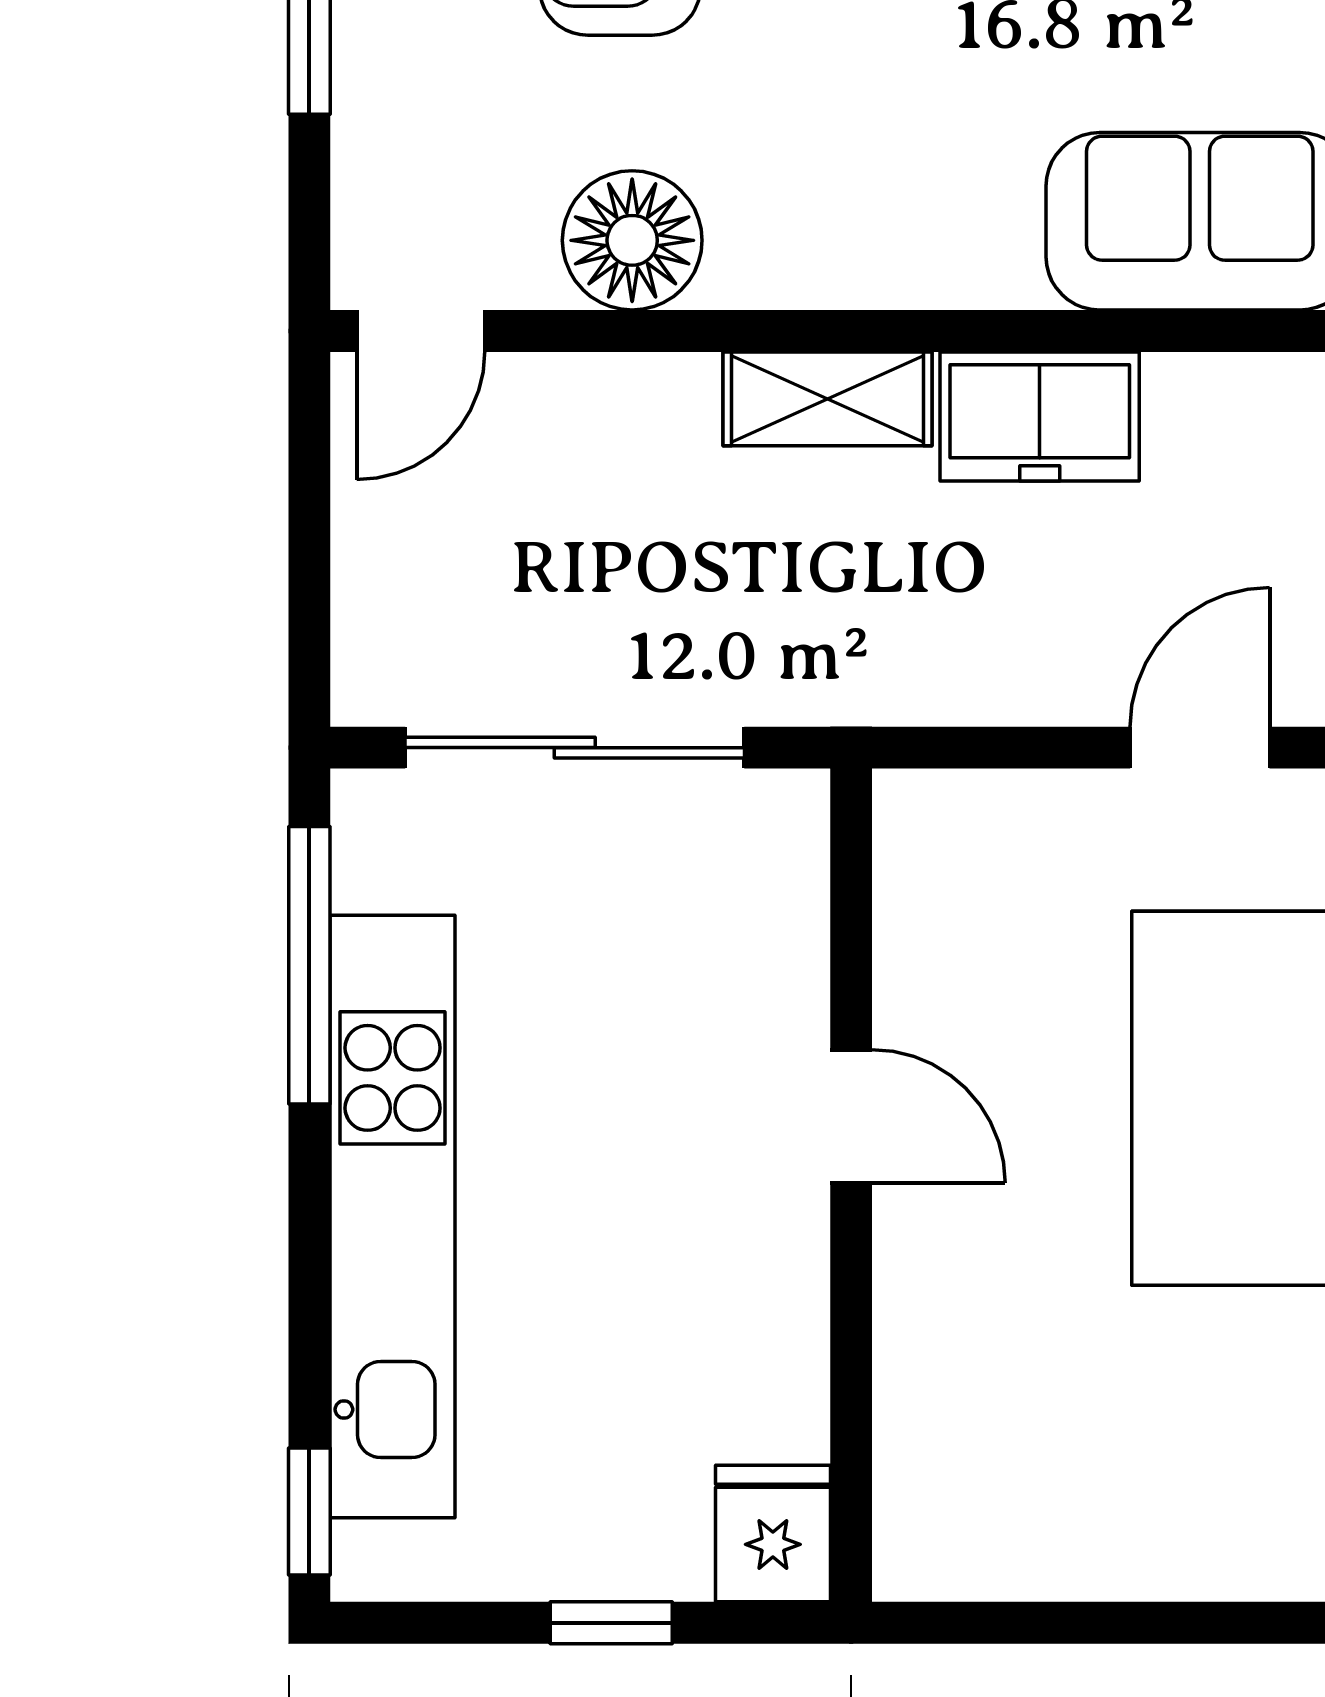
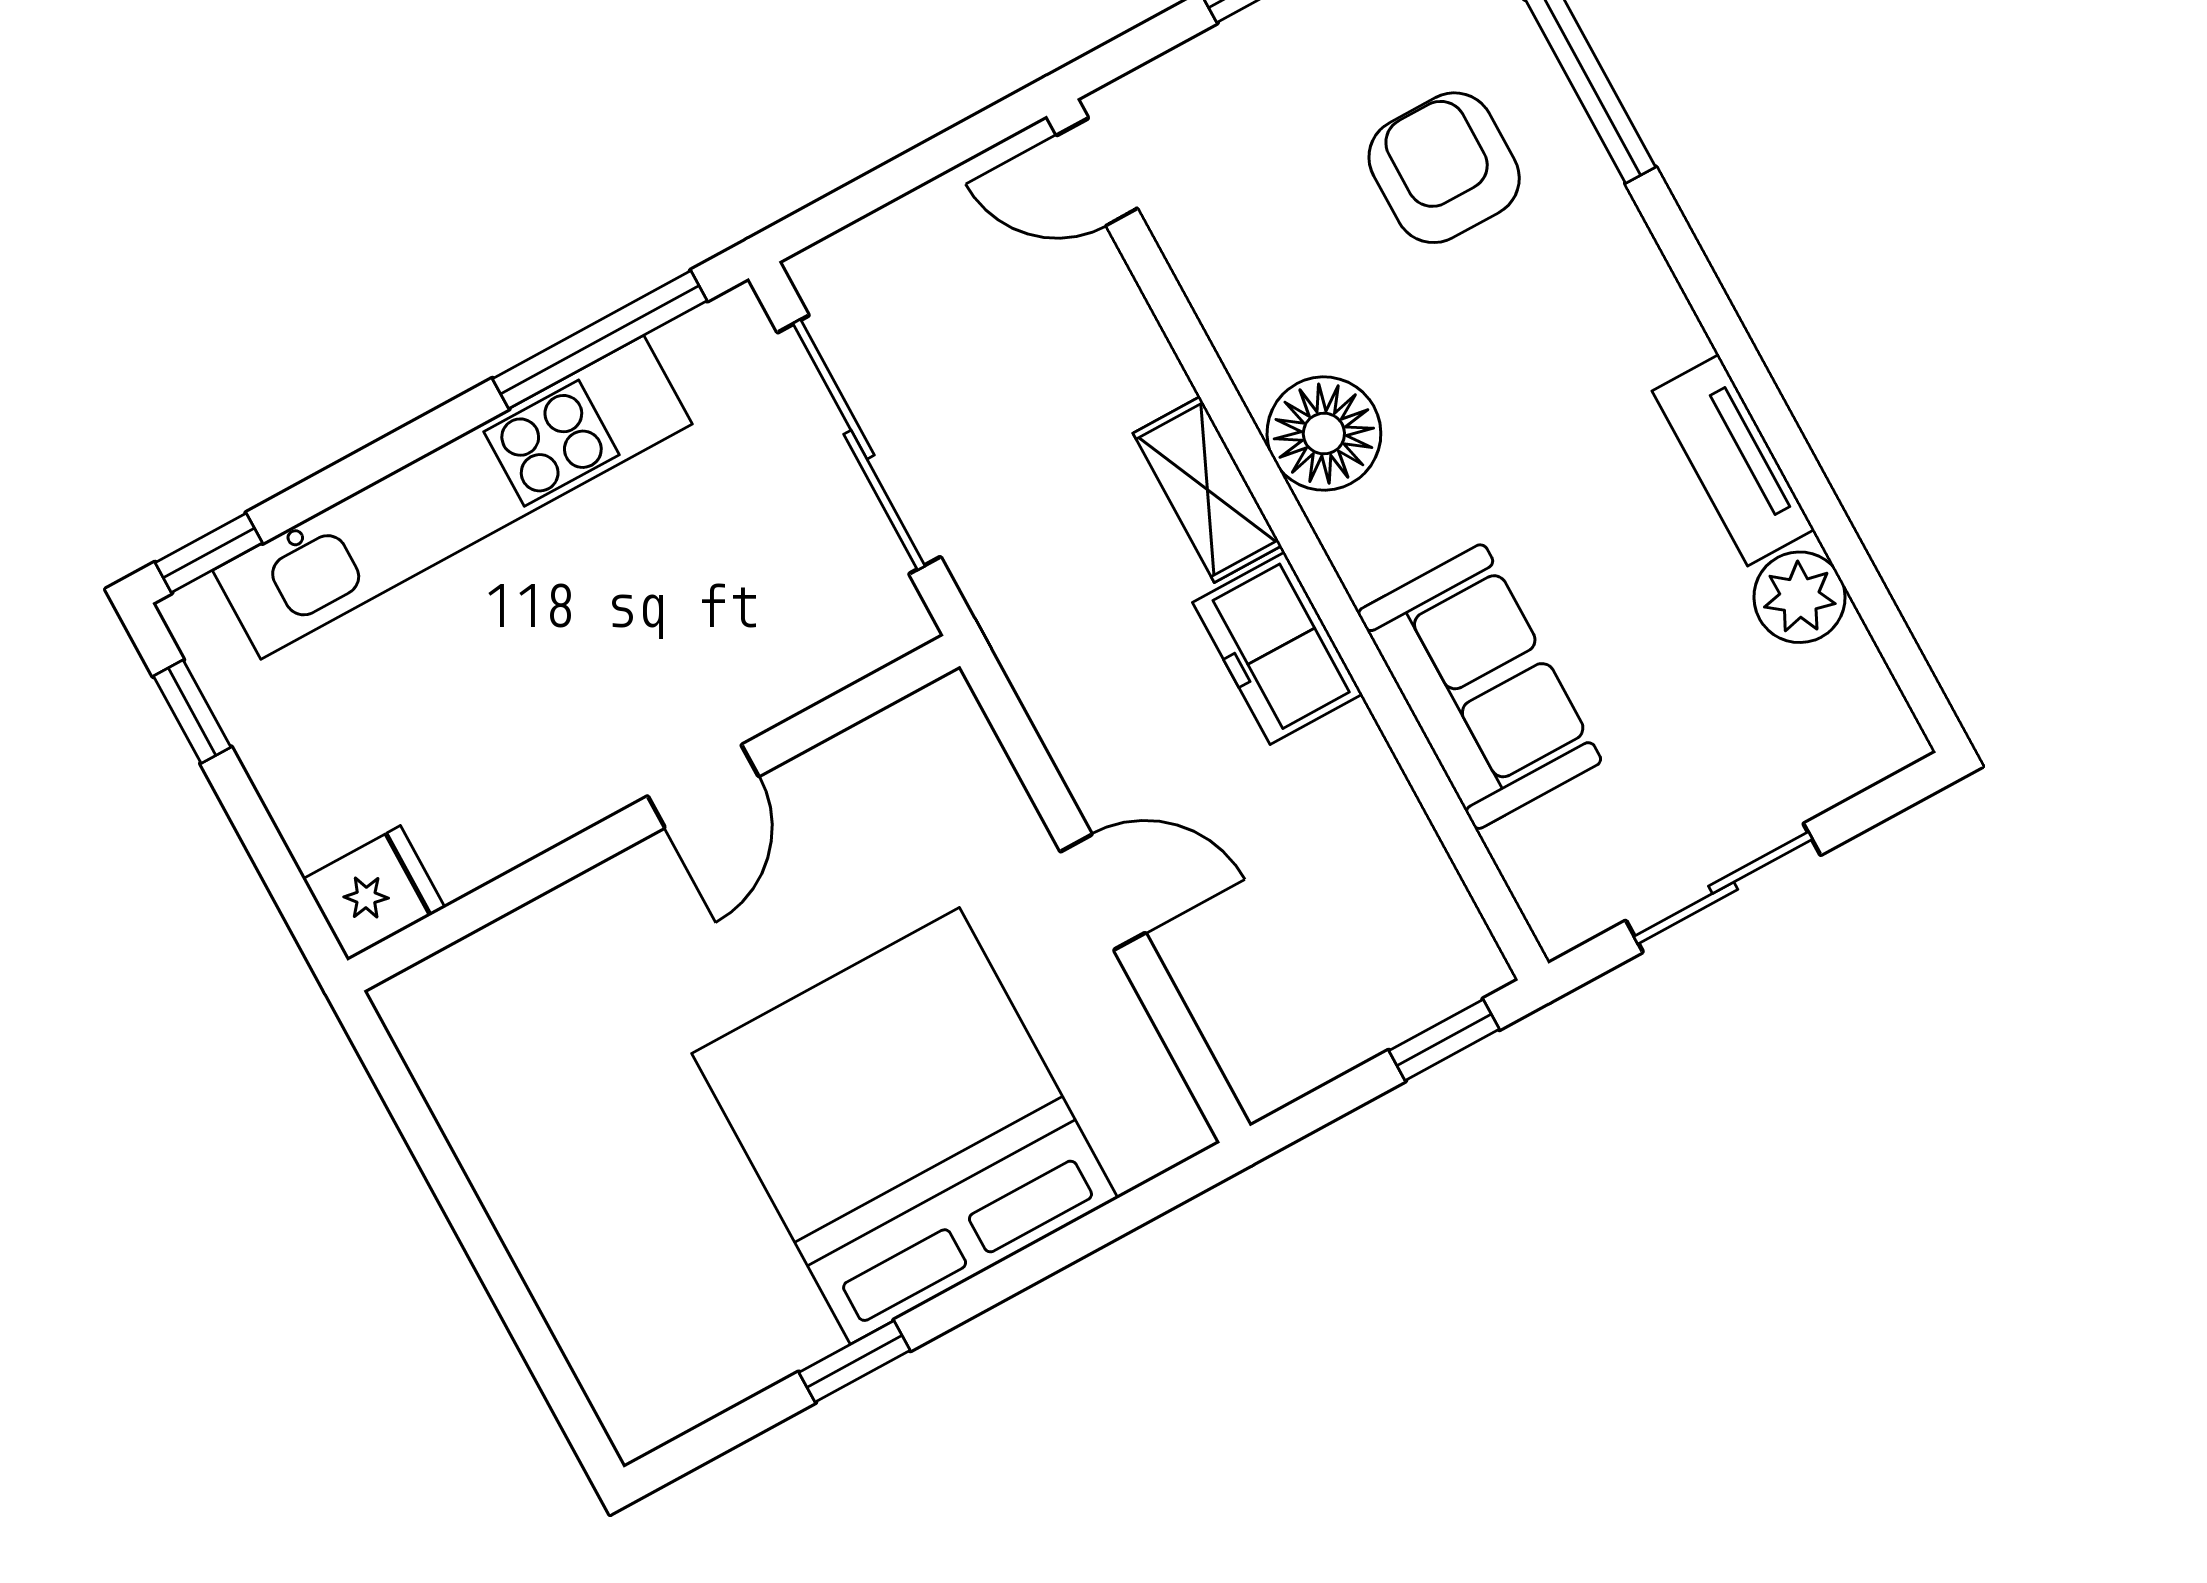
floor lamp: (632, 240) -> (1324, 434), moved
window: (611, 1623) -> (192, 712), moved

